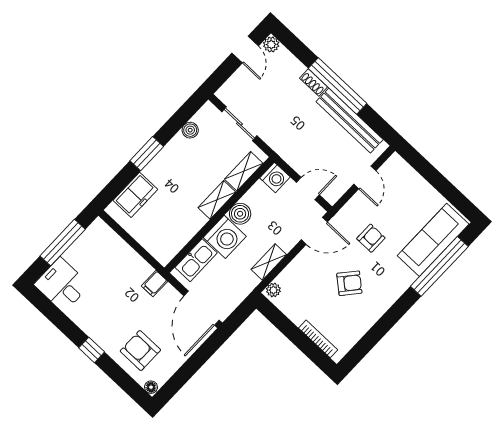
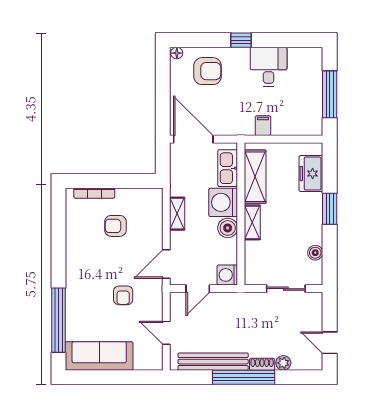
plant: (271, 44) -> (283, 363), moved
shelving: (244, 171) -> (255, 177), moved, width x1.50, depth x1.33
sofa: (433, 240) -> (99, 356), moved, turned -90
armchair: (349, 283) -> (115, 226), moved, turned 50
filing cabinet: (155, 284) -> (263, 126), moved
desk: (62, 285) -> (269, 67), moved, turned -90
plant: (273, 290) -> (156, 198), removed

